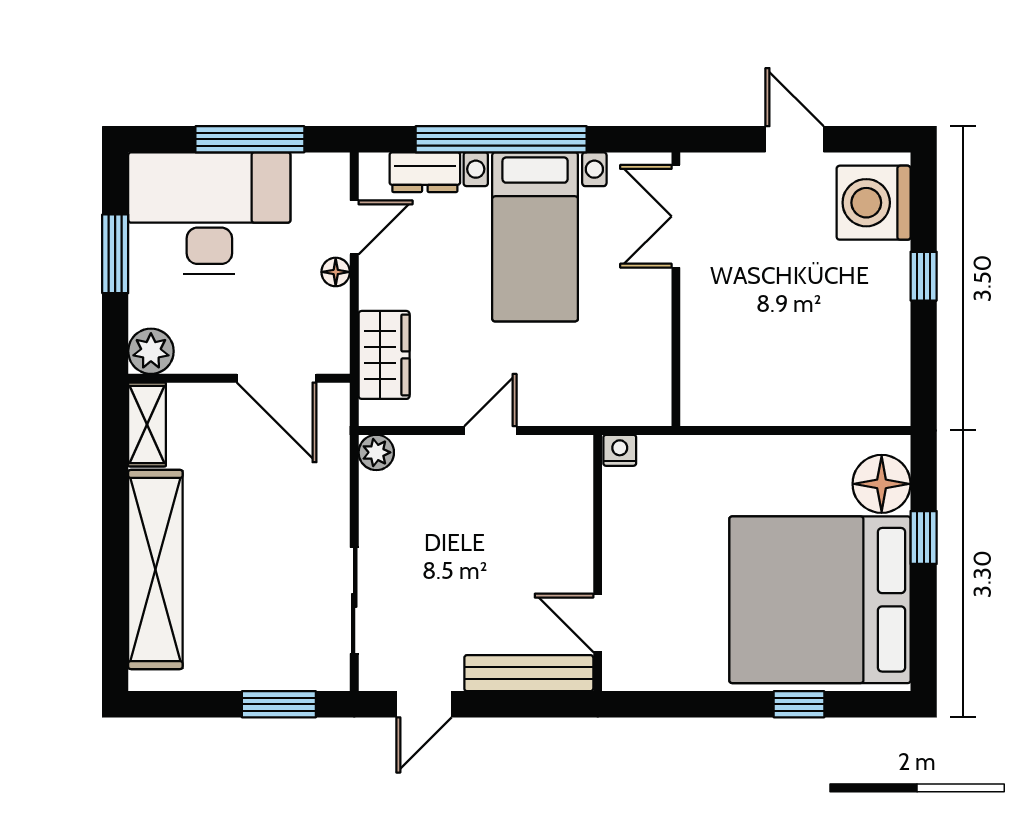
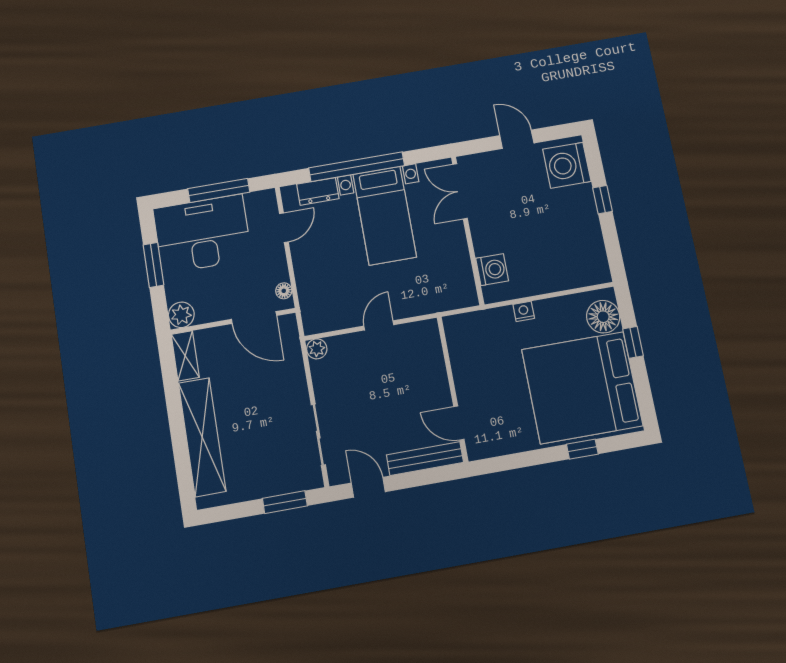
floor lamp: (336, 272) -> (284, 291), moved
wardrobe: (384, 355) -> (312, 294), removed
washing machine: (705, 367) -> (492, 270), added
nightstand: (620, 450) -> (524, 311), moved
door: (424, 704) -> (368, 487), swing flipped

